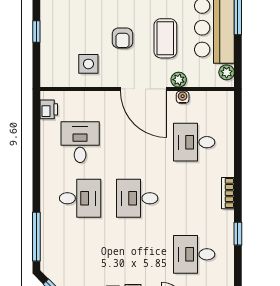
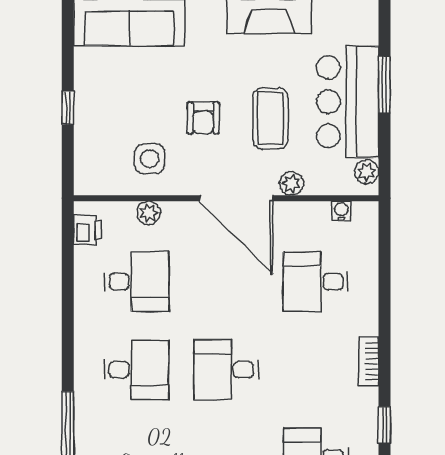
water cooler: (183, 97) -> (341, 211), moved
plant: (88, 98) -> (149, 213), added
desk: (80, 142) -> (137, 282), turned 90

